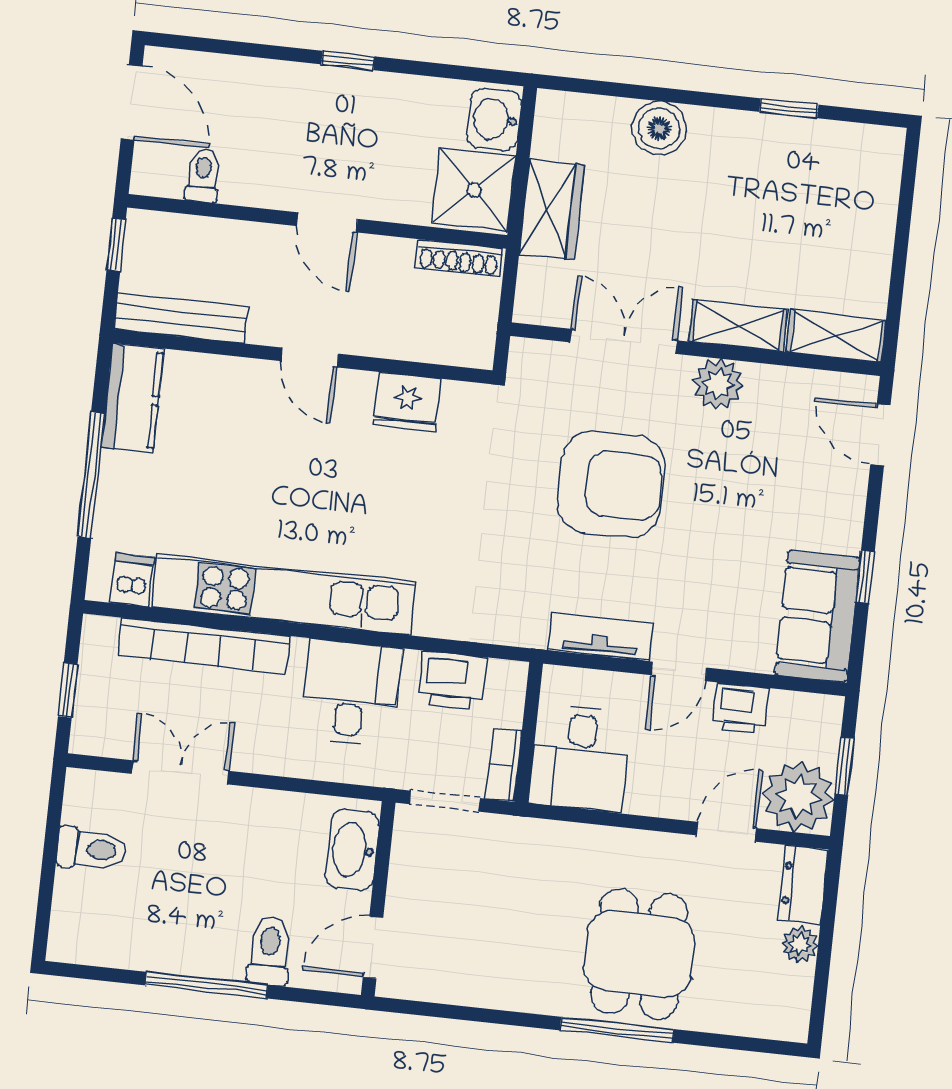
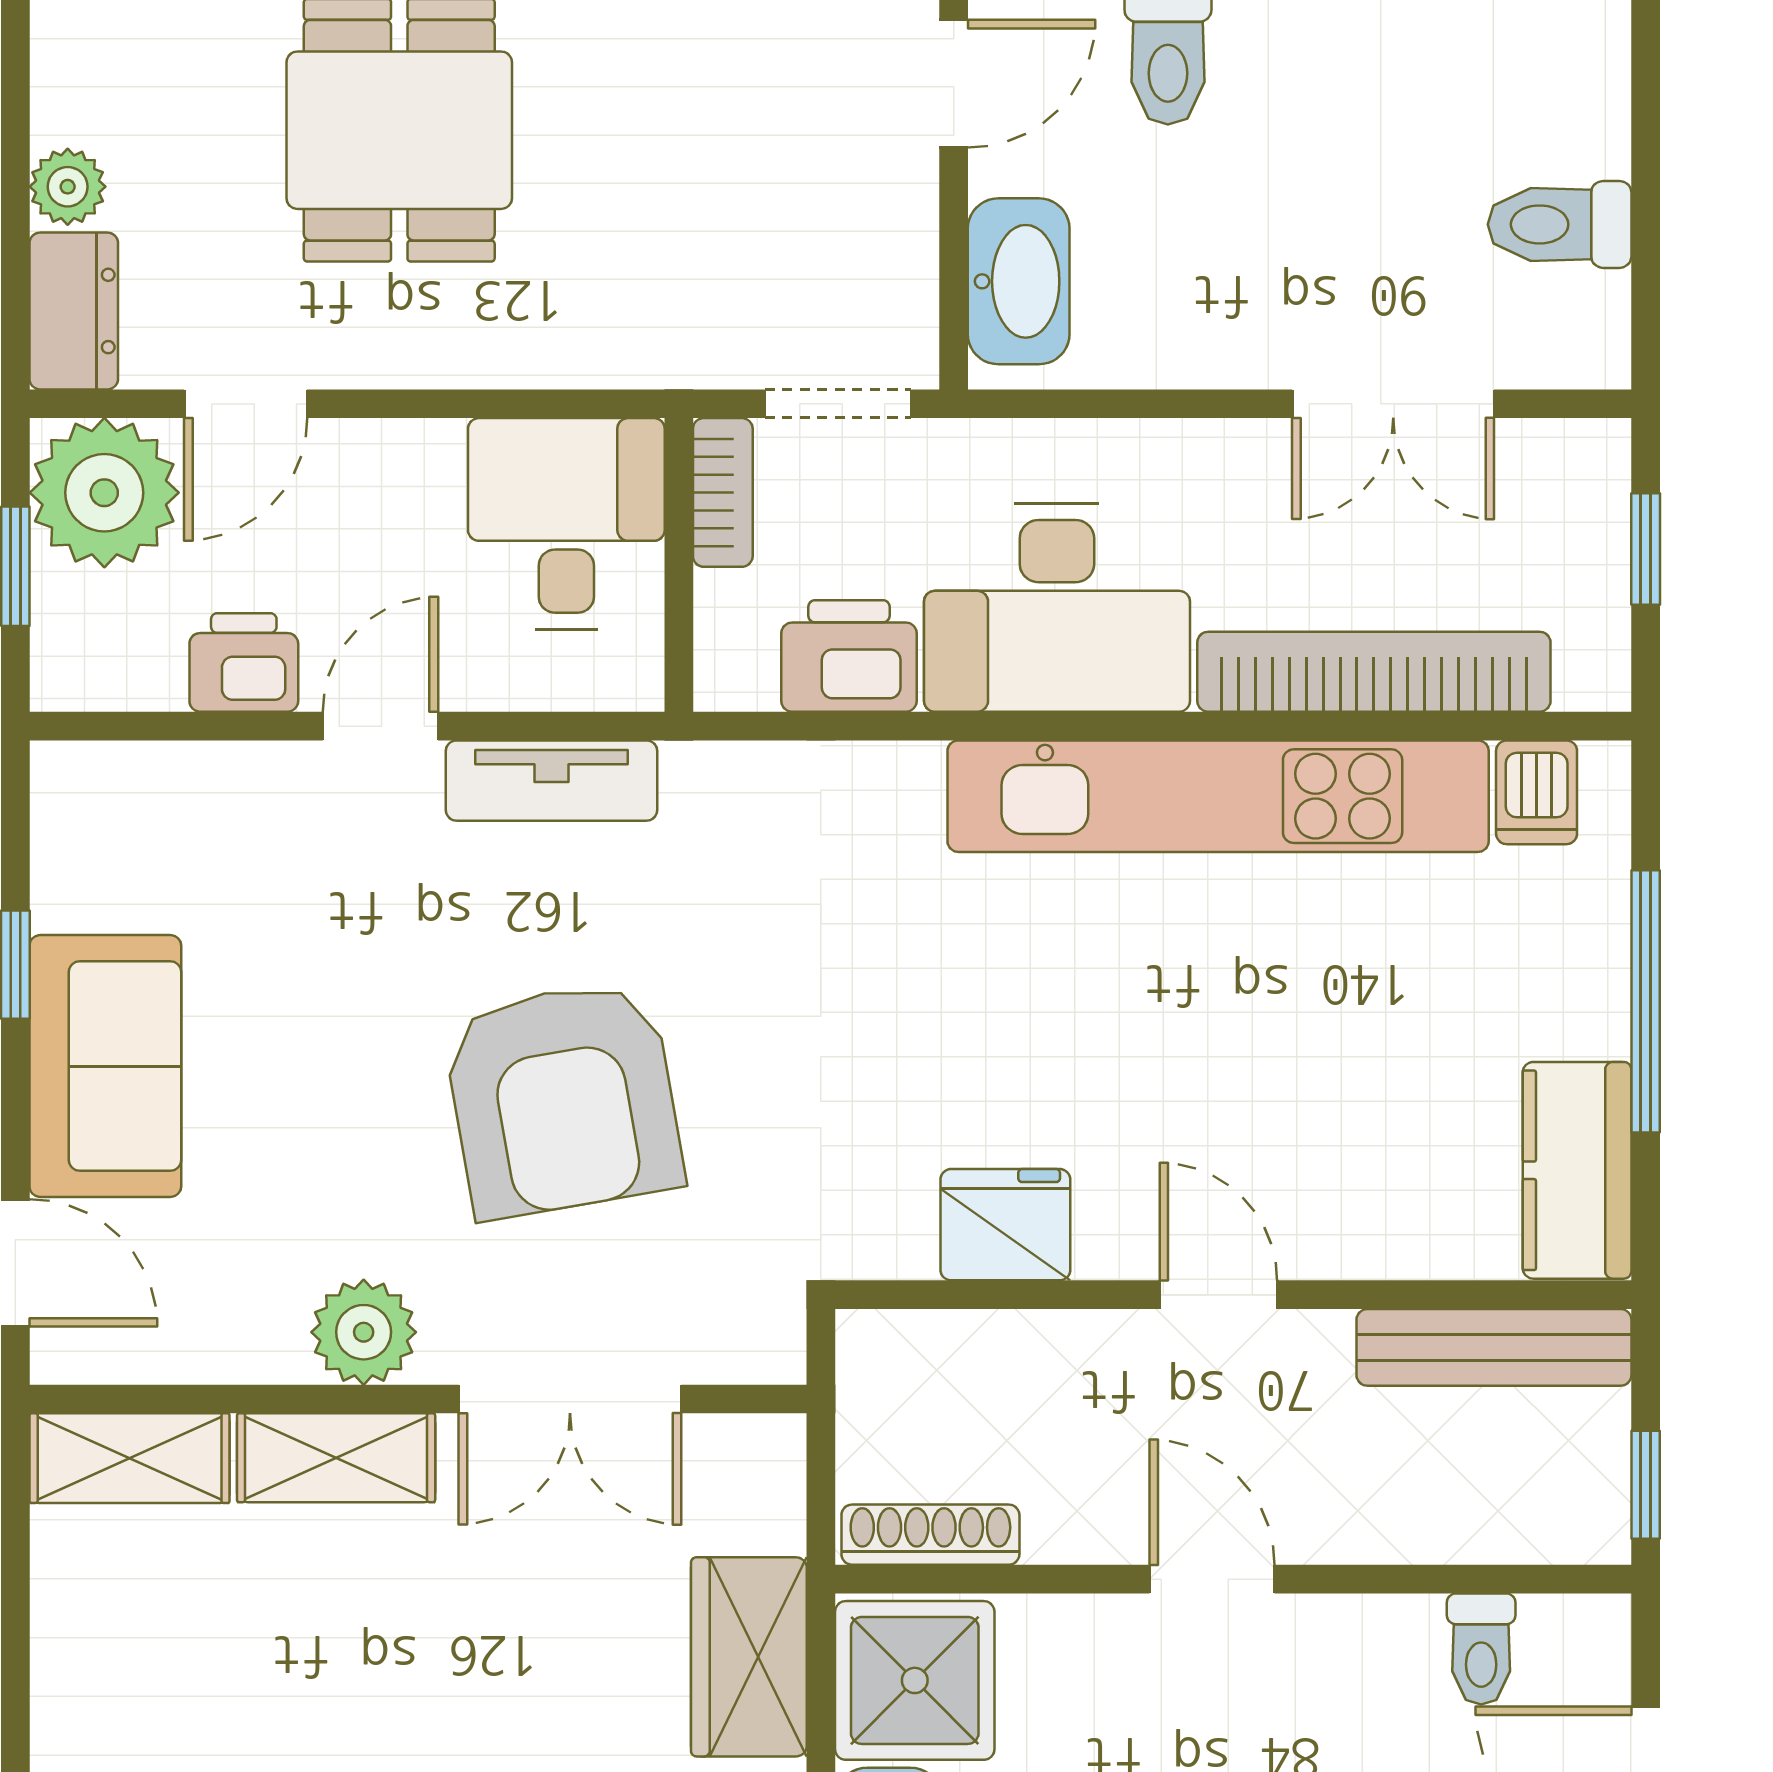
armchair: (611, 484) -> (563, 1099), turned -100
sofa: (817, 617) -> (105, 1066), moved
desk: (351, 693) -> (1057, 607), width x1.37

